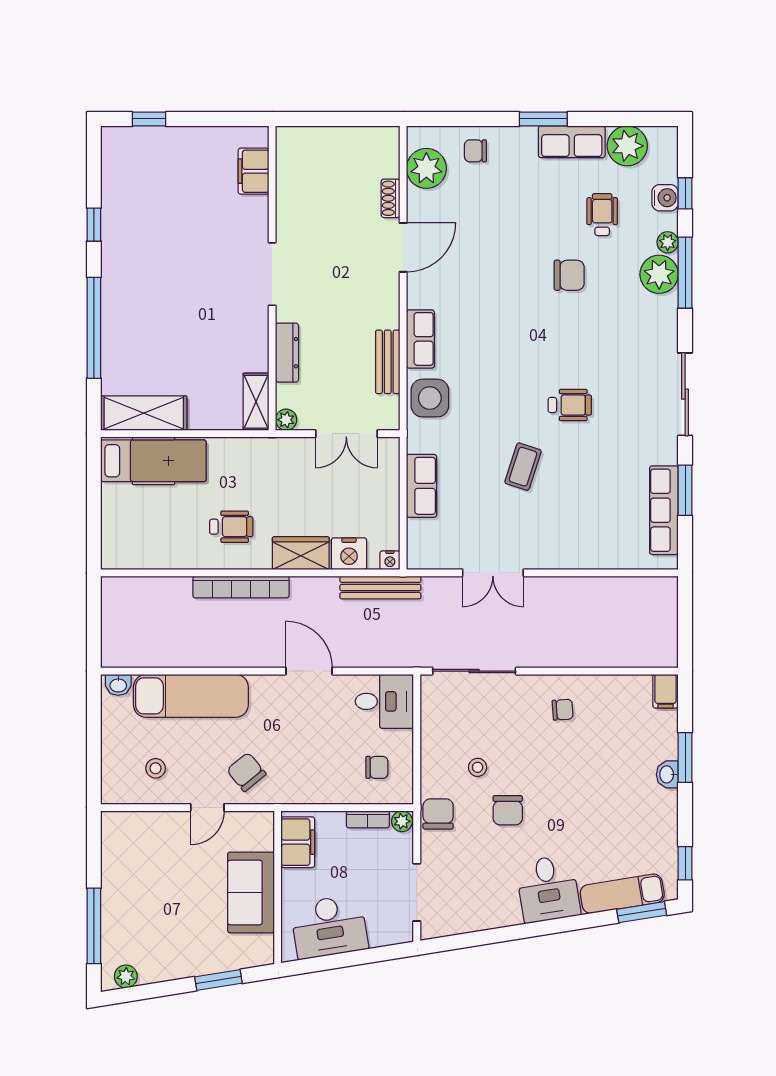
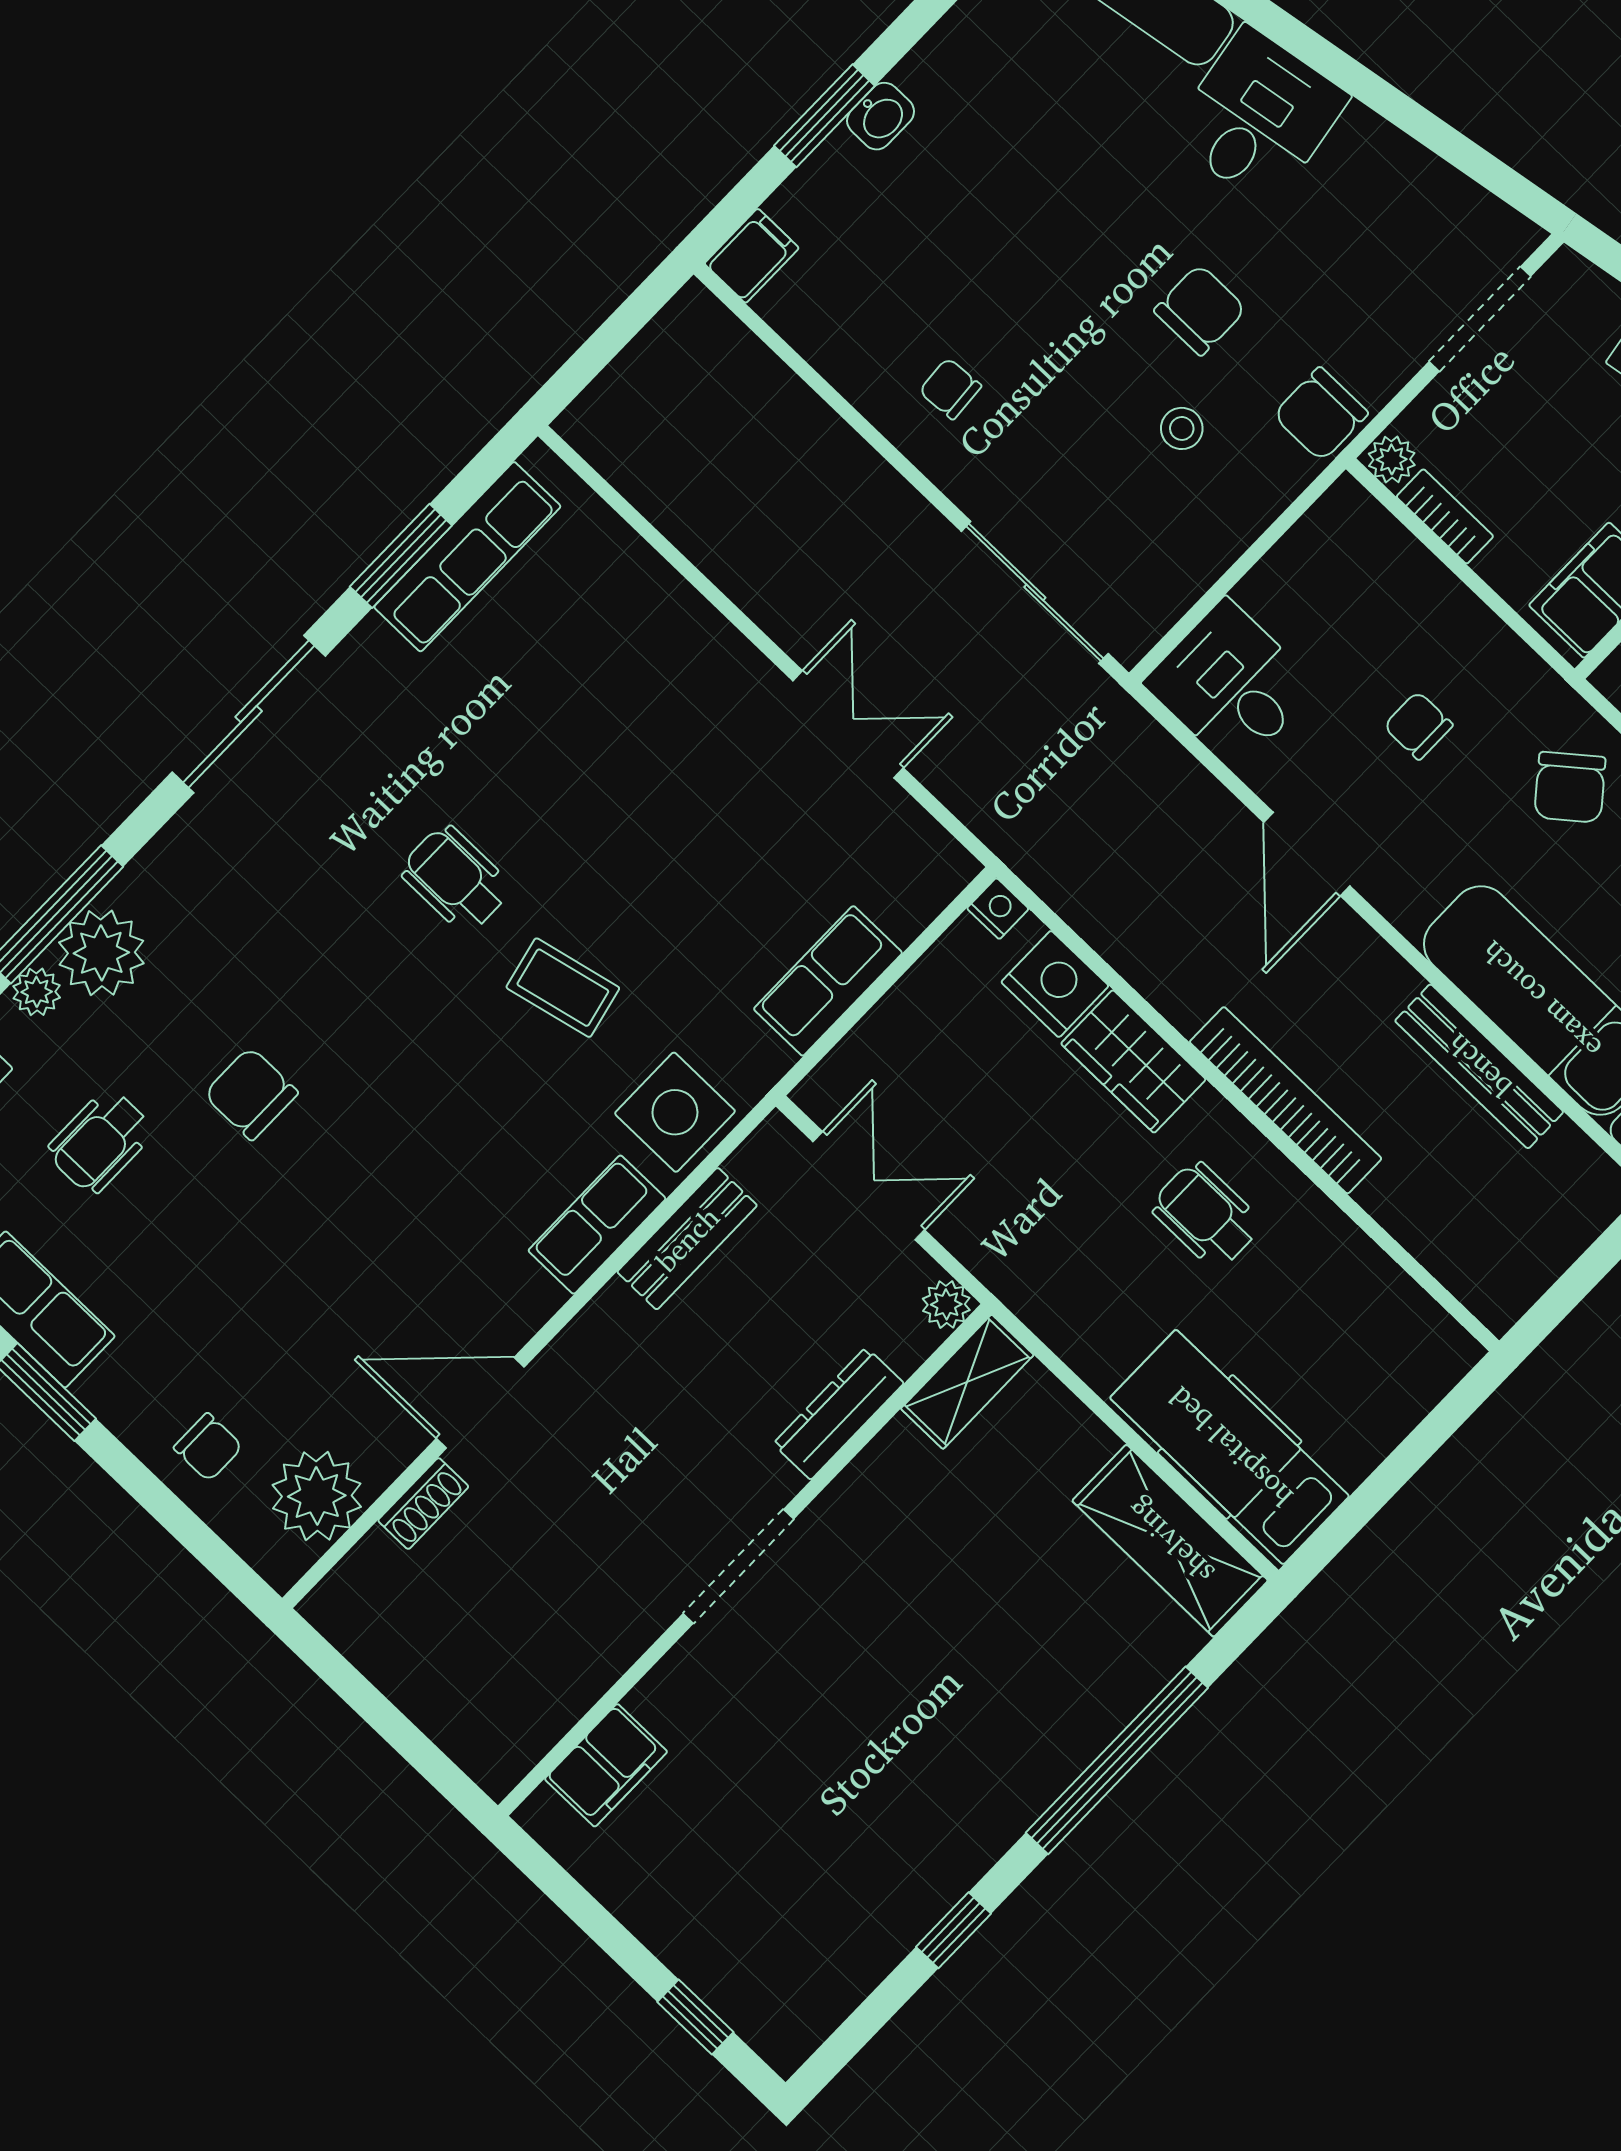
coffee table: (523, 467) -> (563, 988), moved, turned 59
bench: (380, 587) -> (1479, 1066), moved
chair: (377, 767) -> (1418, 726), moved

